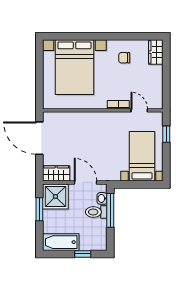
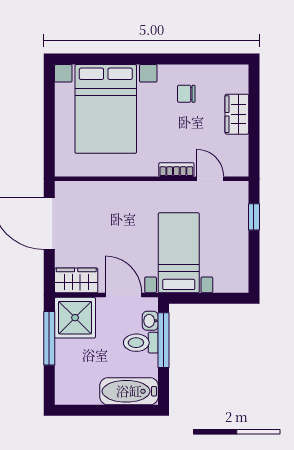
wardrobe: (156, 52) -> (237, 114), moved
bed with nightstands: (142, 156) -> (179, 253), moved
window: (39, 209) -> (49, 338), width x1.44
bathtub: (61, 242) -> (129, 391), moved
window: (83, 254) -> (119, 410), removed

